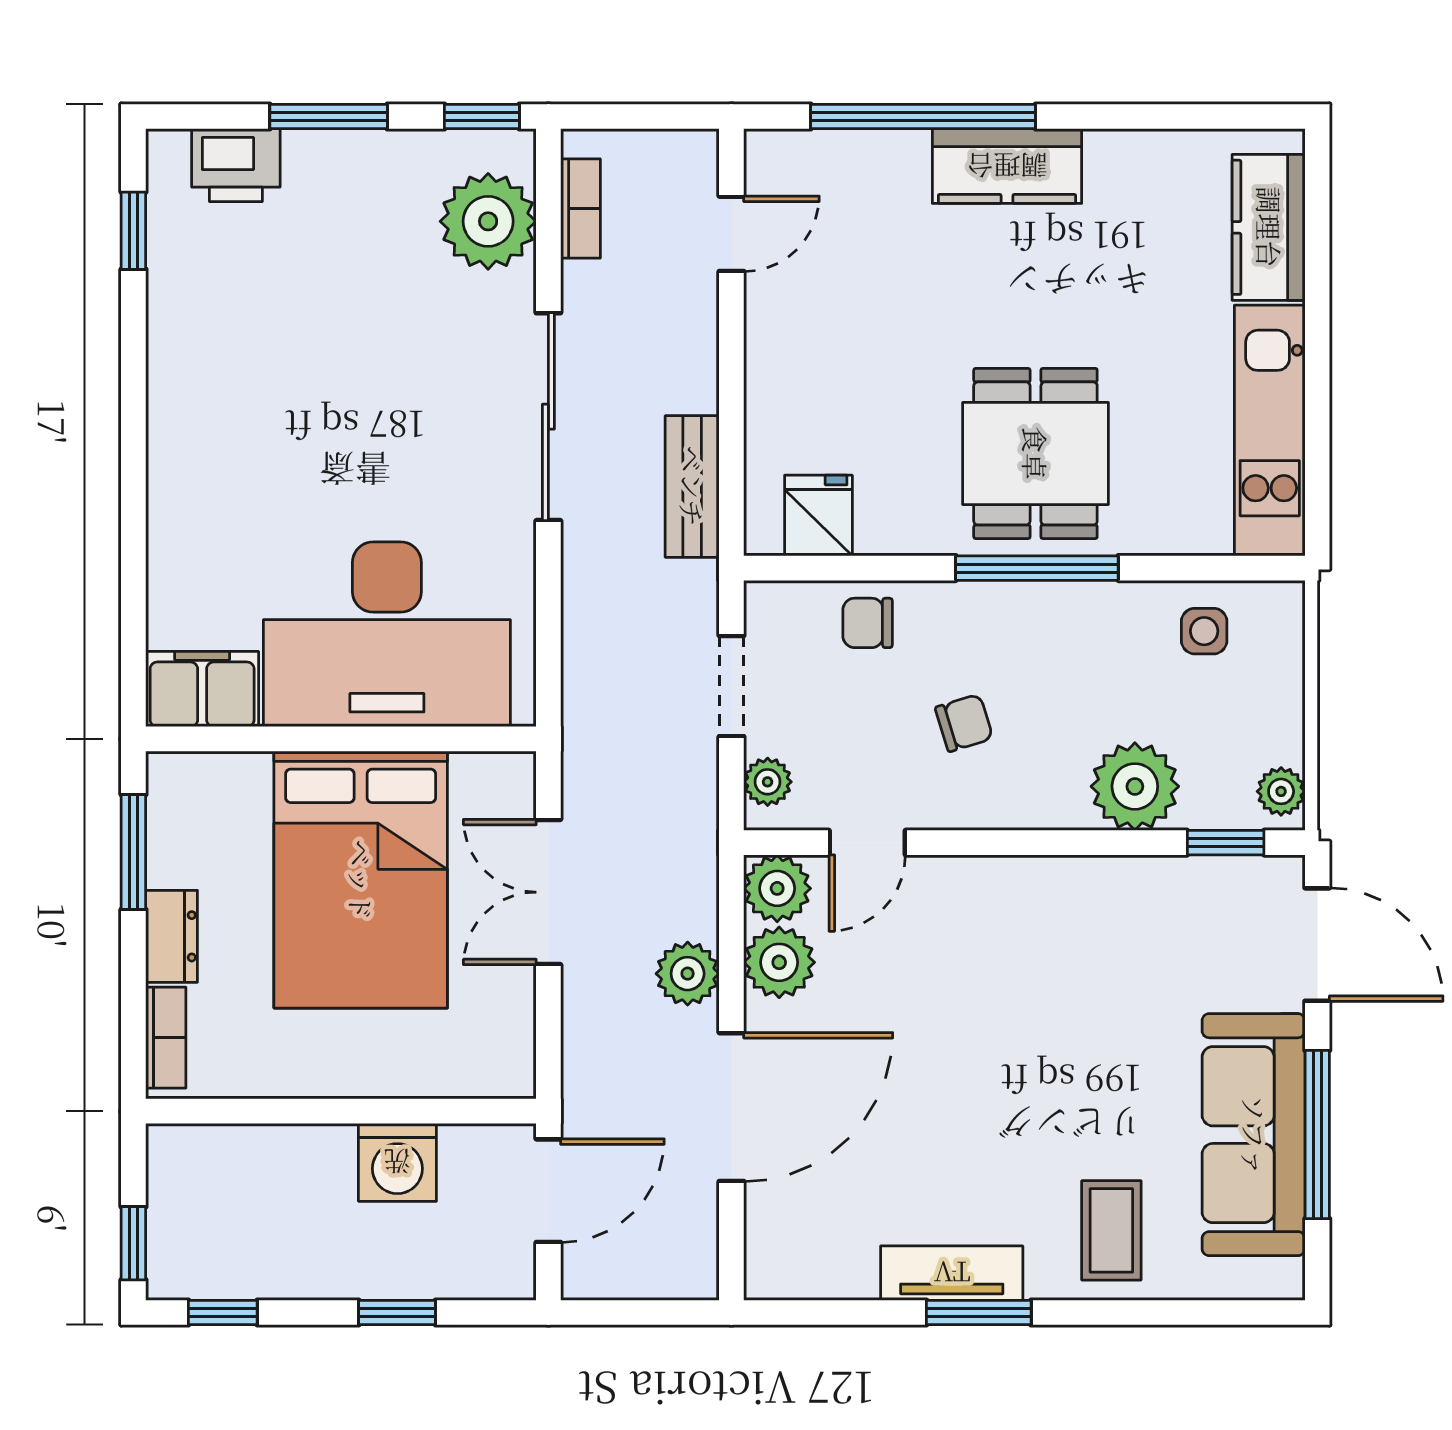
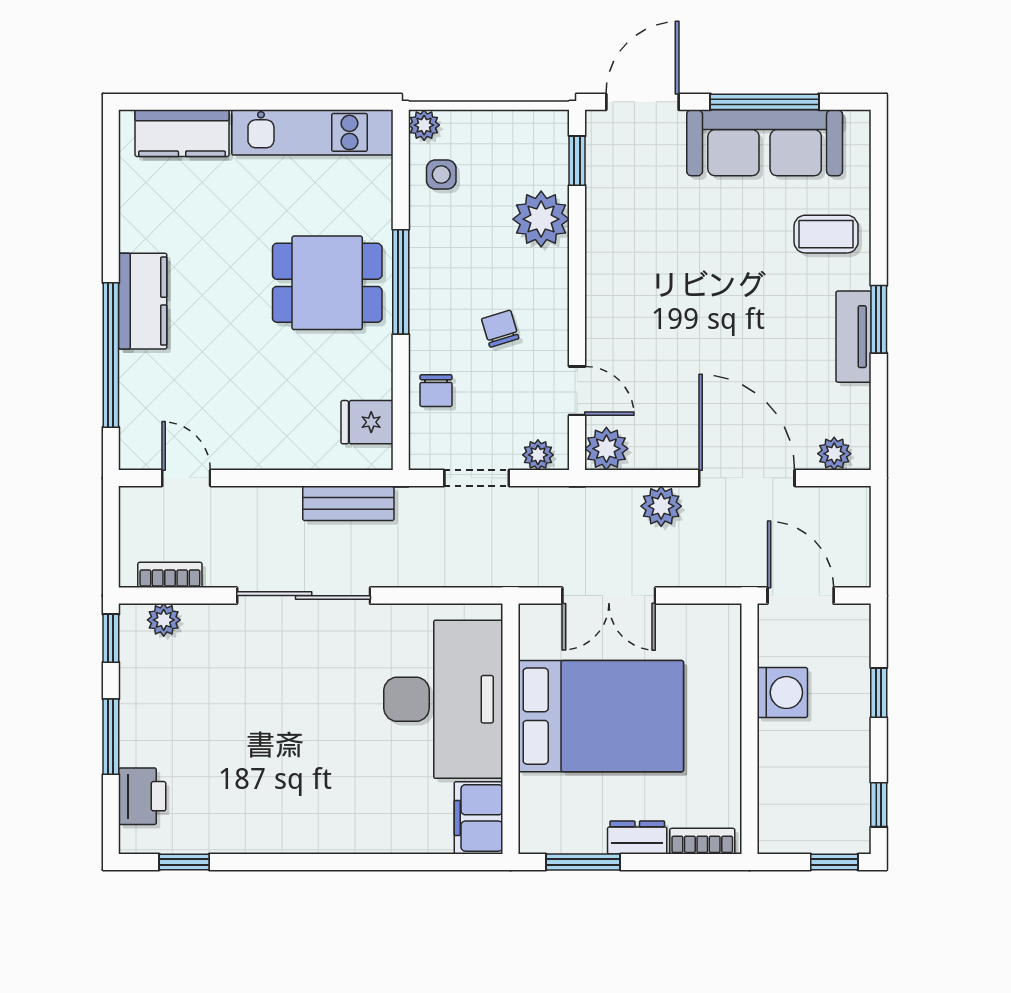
plant: (488, 221) -> (164, 620), width x0.53, depth x0.53
plant: (1281, 791) -> (424, 125), moved
plant: (779, 962) -> (834, 454), moved, width x0.73, depth x0.73

